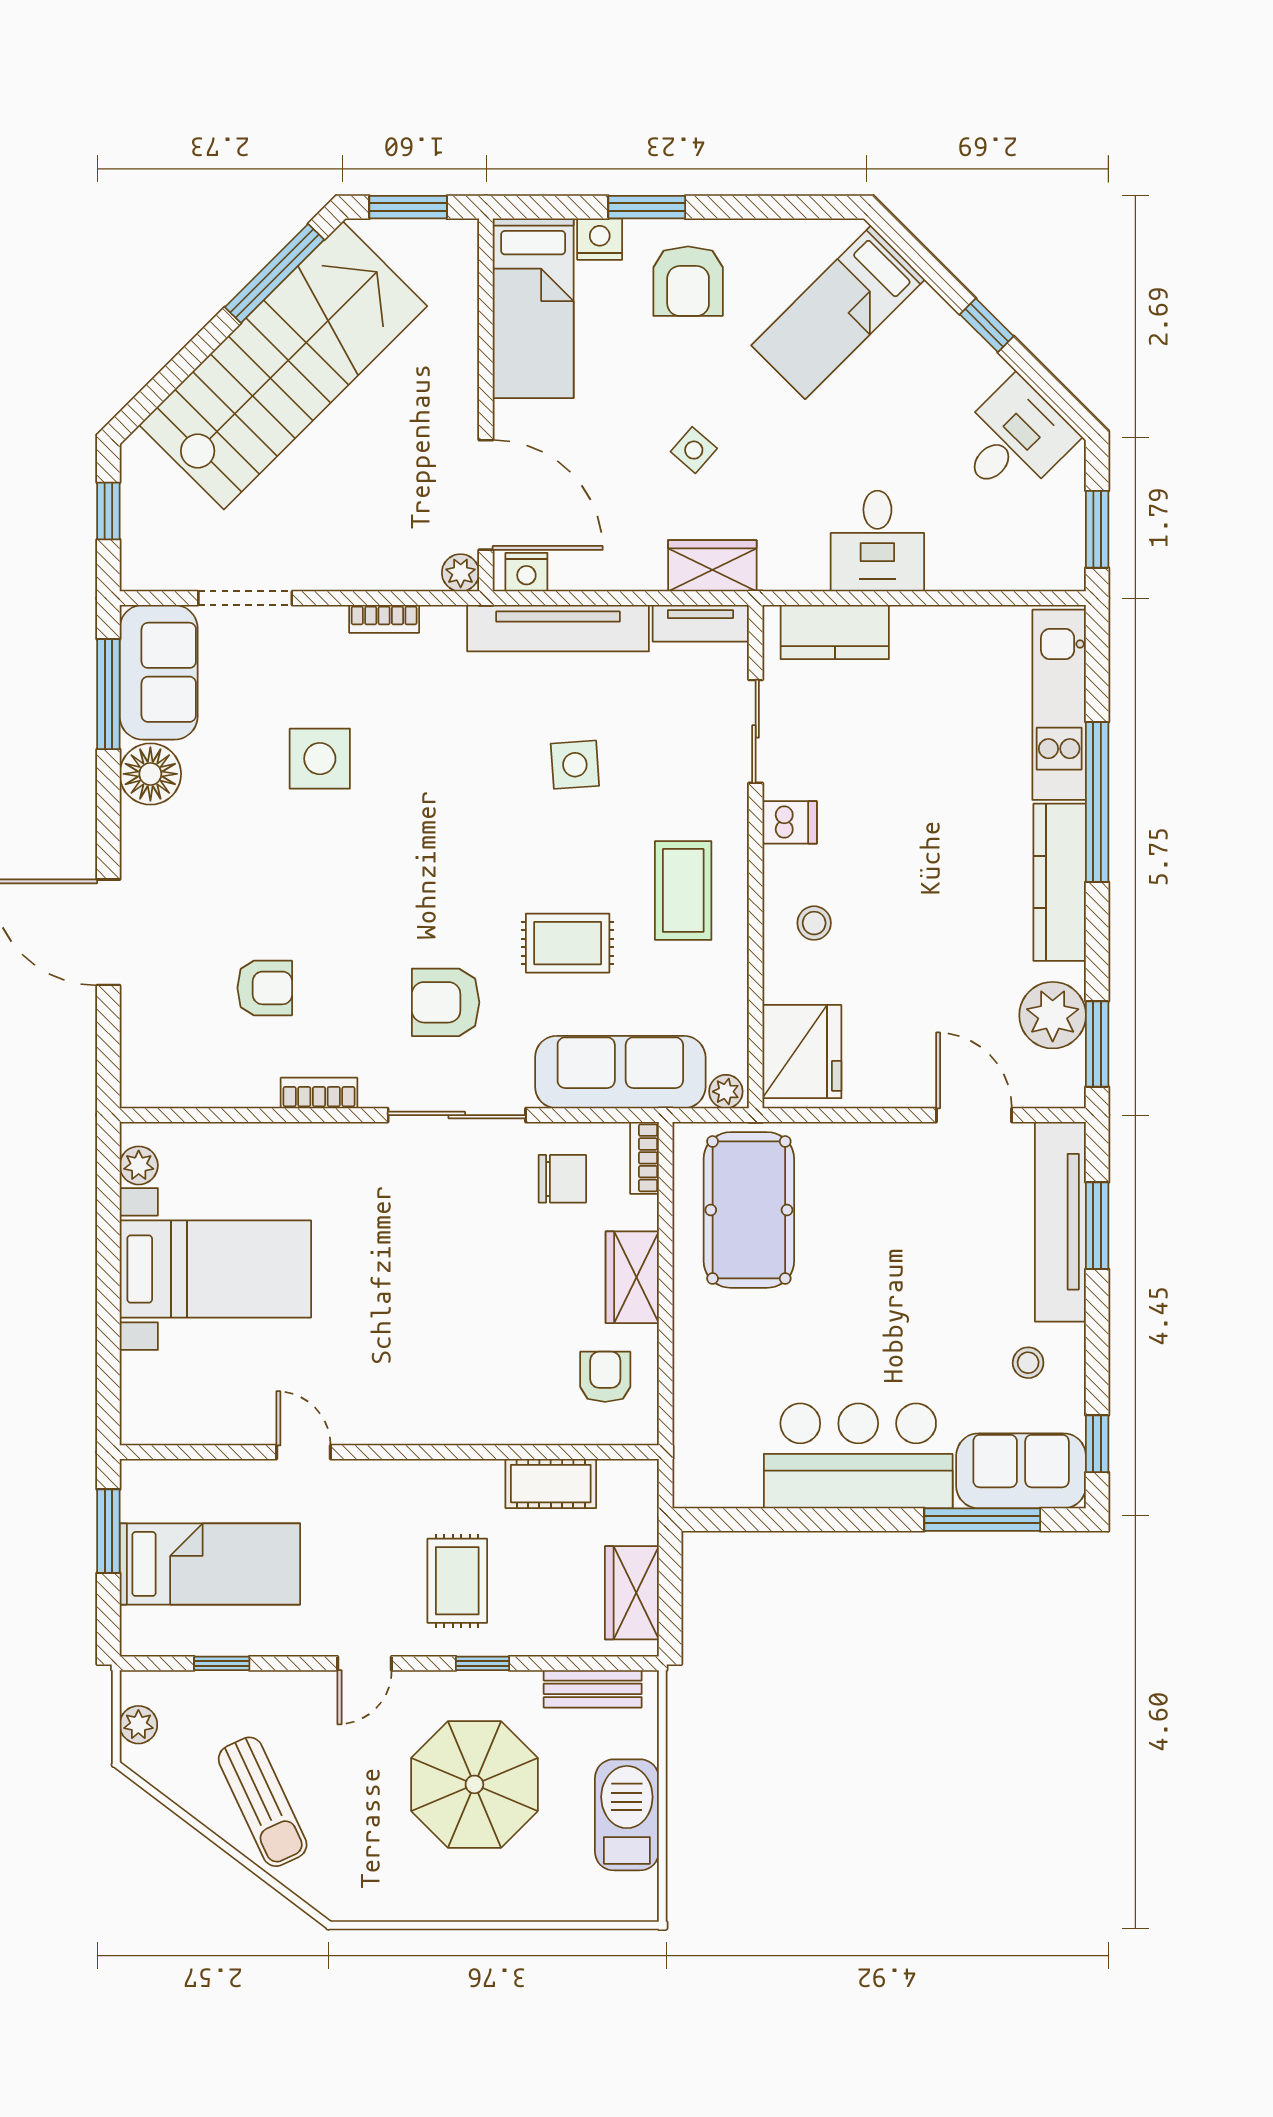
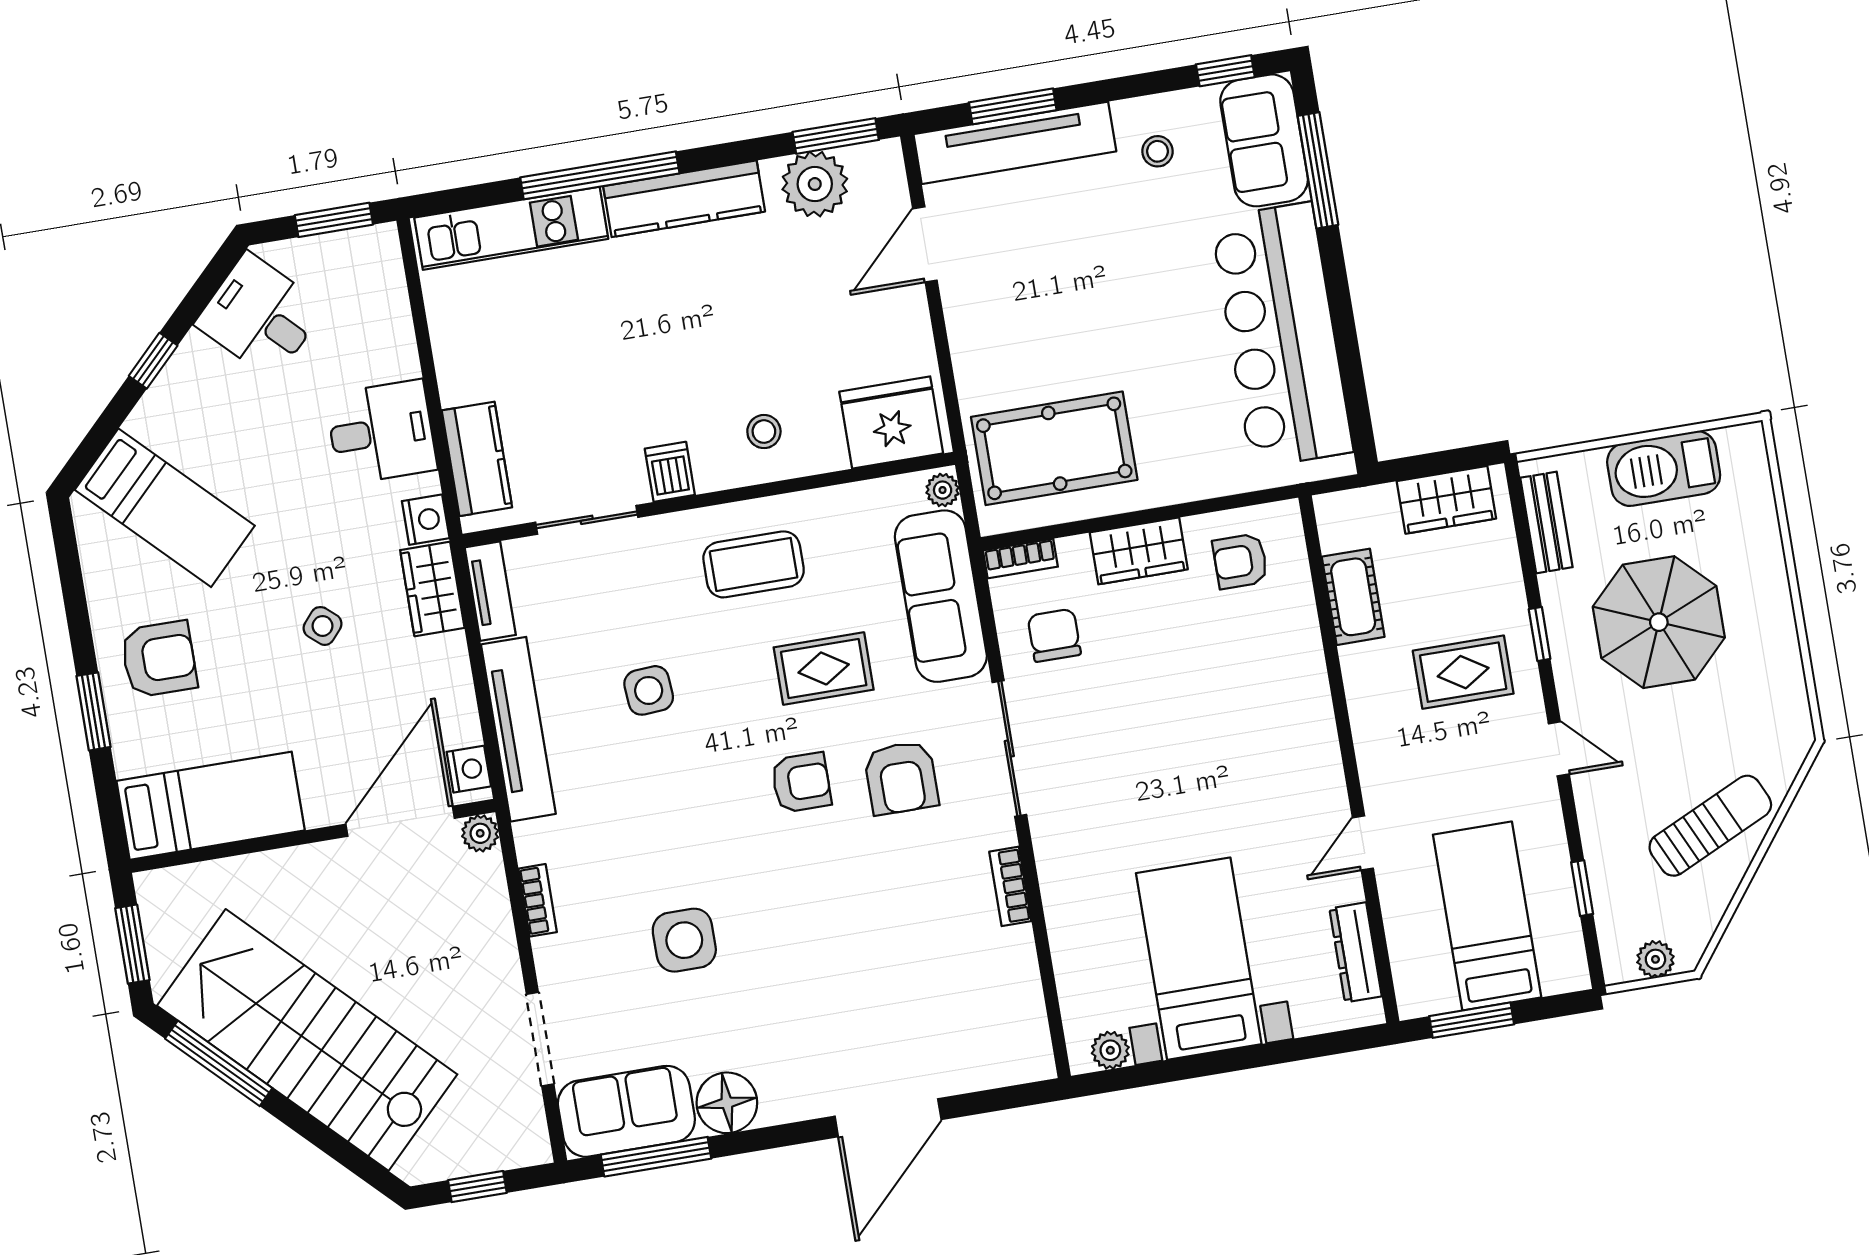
nightstand: (600, 239) -> (426, 520), moved, turned 180
rug: (568, 943) -> (824, 668), turned 90
armchair: (265, 988) -> (801, 783), moved, turned 90
dresser: (195, 1426) -> (1356, 952), added
bar counter: (858, 1456) -> (1282, 335), width x1.36

